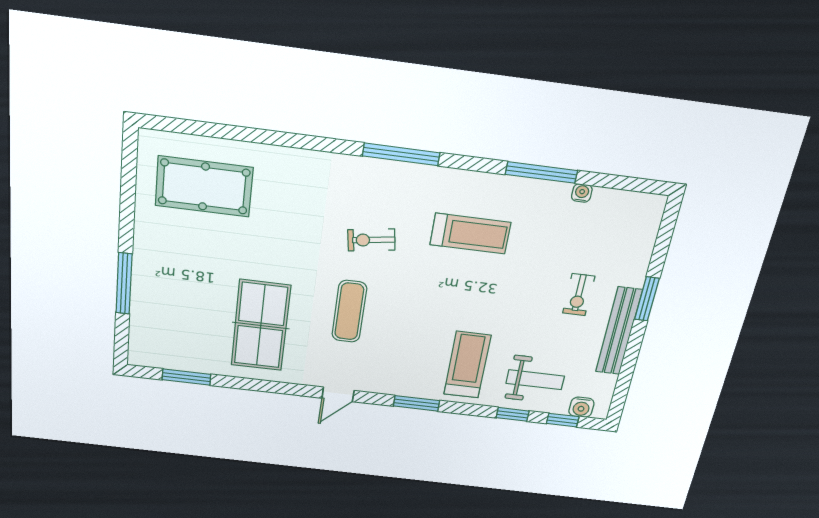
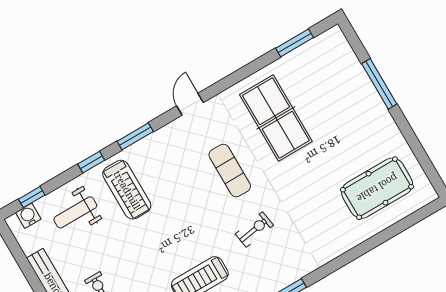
window: (513, 414) -> (91, 162), moved

